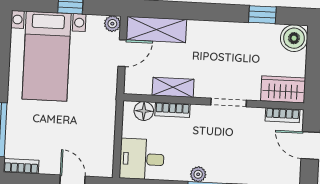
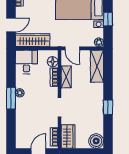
window: (262, 15) -> (108, 107), moved
door: (122, 53) -> (72, 48), moved
wardrobe: (102, 146) -> (33, 40), added

